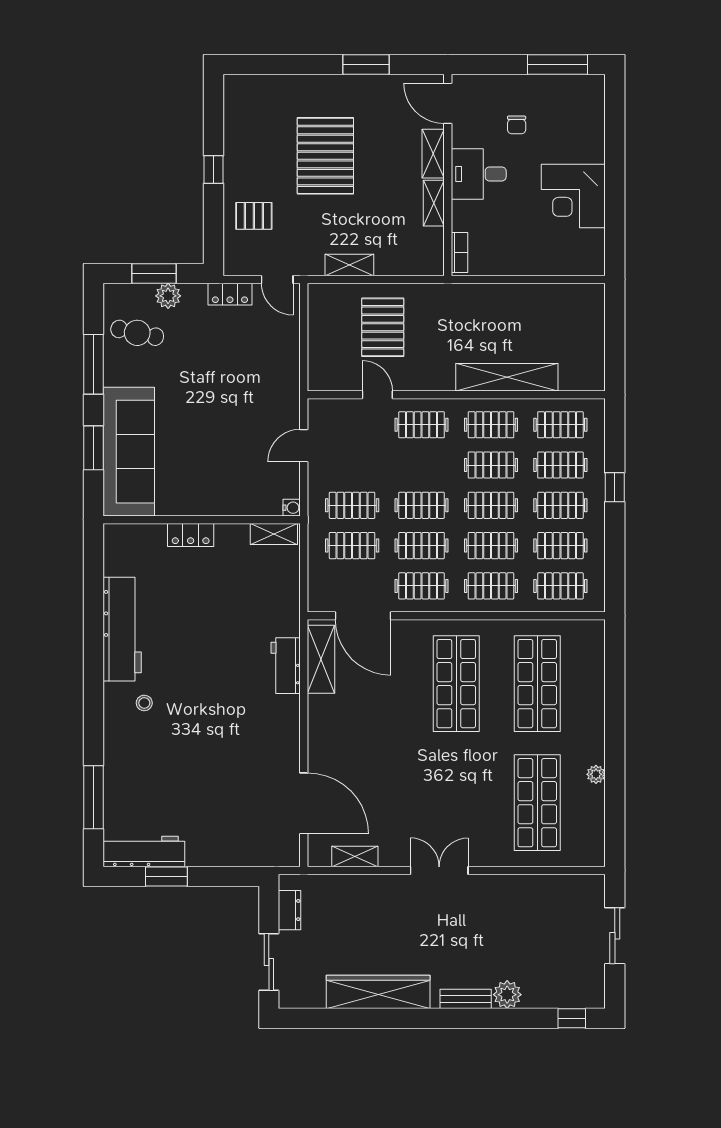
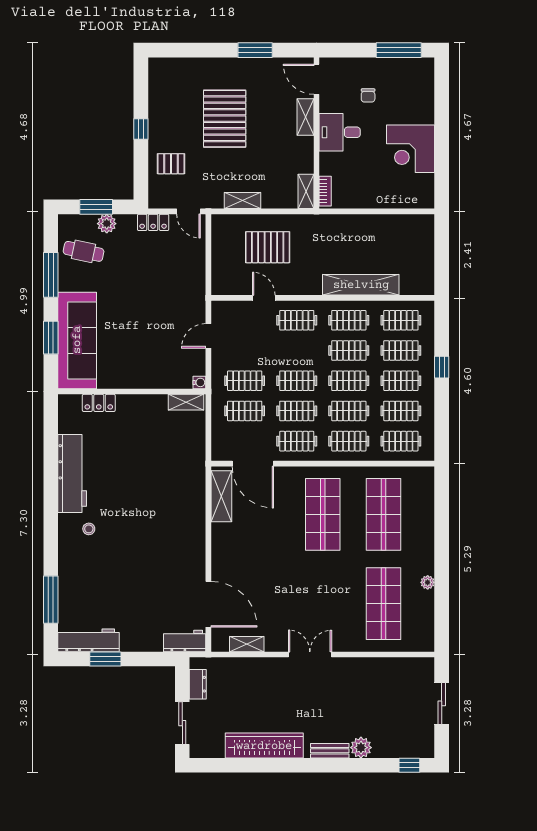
shelving: (434, 203) -> (306, 191), moved
pallet: (383, 327) -> (268, 247), turned 90
locker: (191, 535) -> (99, 403), moved
workbench: (286, 666) -> (185, 641), moved, turned 90

